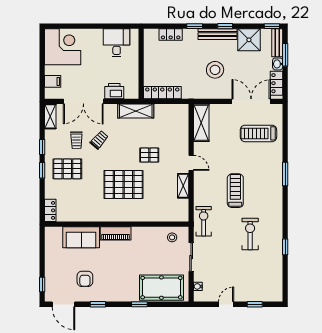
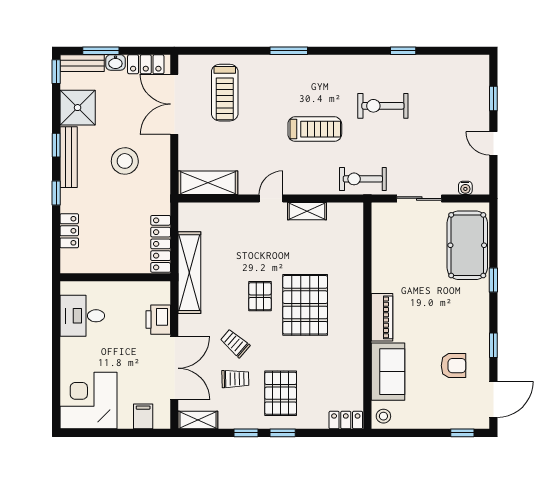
shelving: (136, 111) -> (189, 273), width x1.47
pallet: (149, 155) -> (260, 296), moved
treadmill: (235, 191) -> (315, 129), turned 180
stool: (172, 237) -> (383, 416), moved

